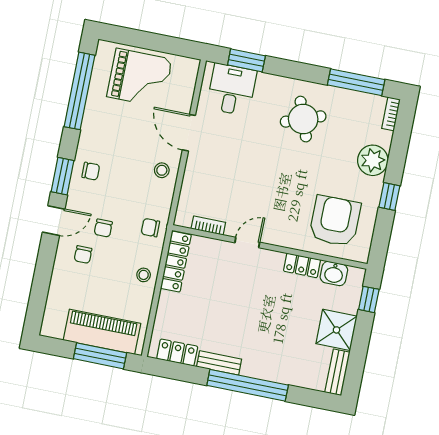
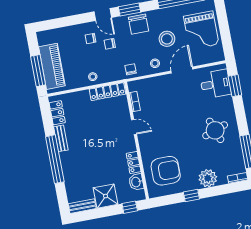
stool: (131, 136) -> (167, 39), added
chair: (91, 171) -> (138, 24), width x1.87, depth x1.87
chair: (150, 228) -> (131, 69), moved

